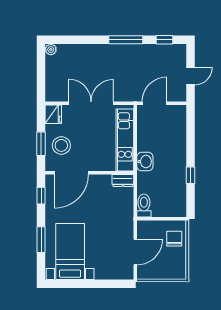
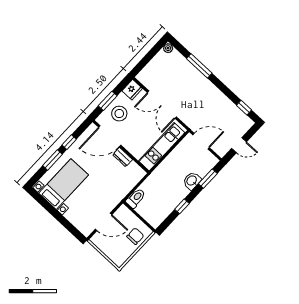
window: (126, 40) -> (199, 66), moved
double door: (91, 103) -> (162, 105), swing flipped
window: (191, 130) -> (208, 179), added
washbasin: (145, 162) -> (192, 181), moved, turned 180
dresser: (123, 180) -> (123, 157), moved
window: (41, 196) -> (69, 142), moved

